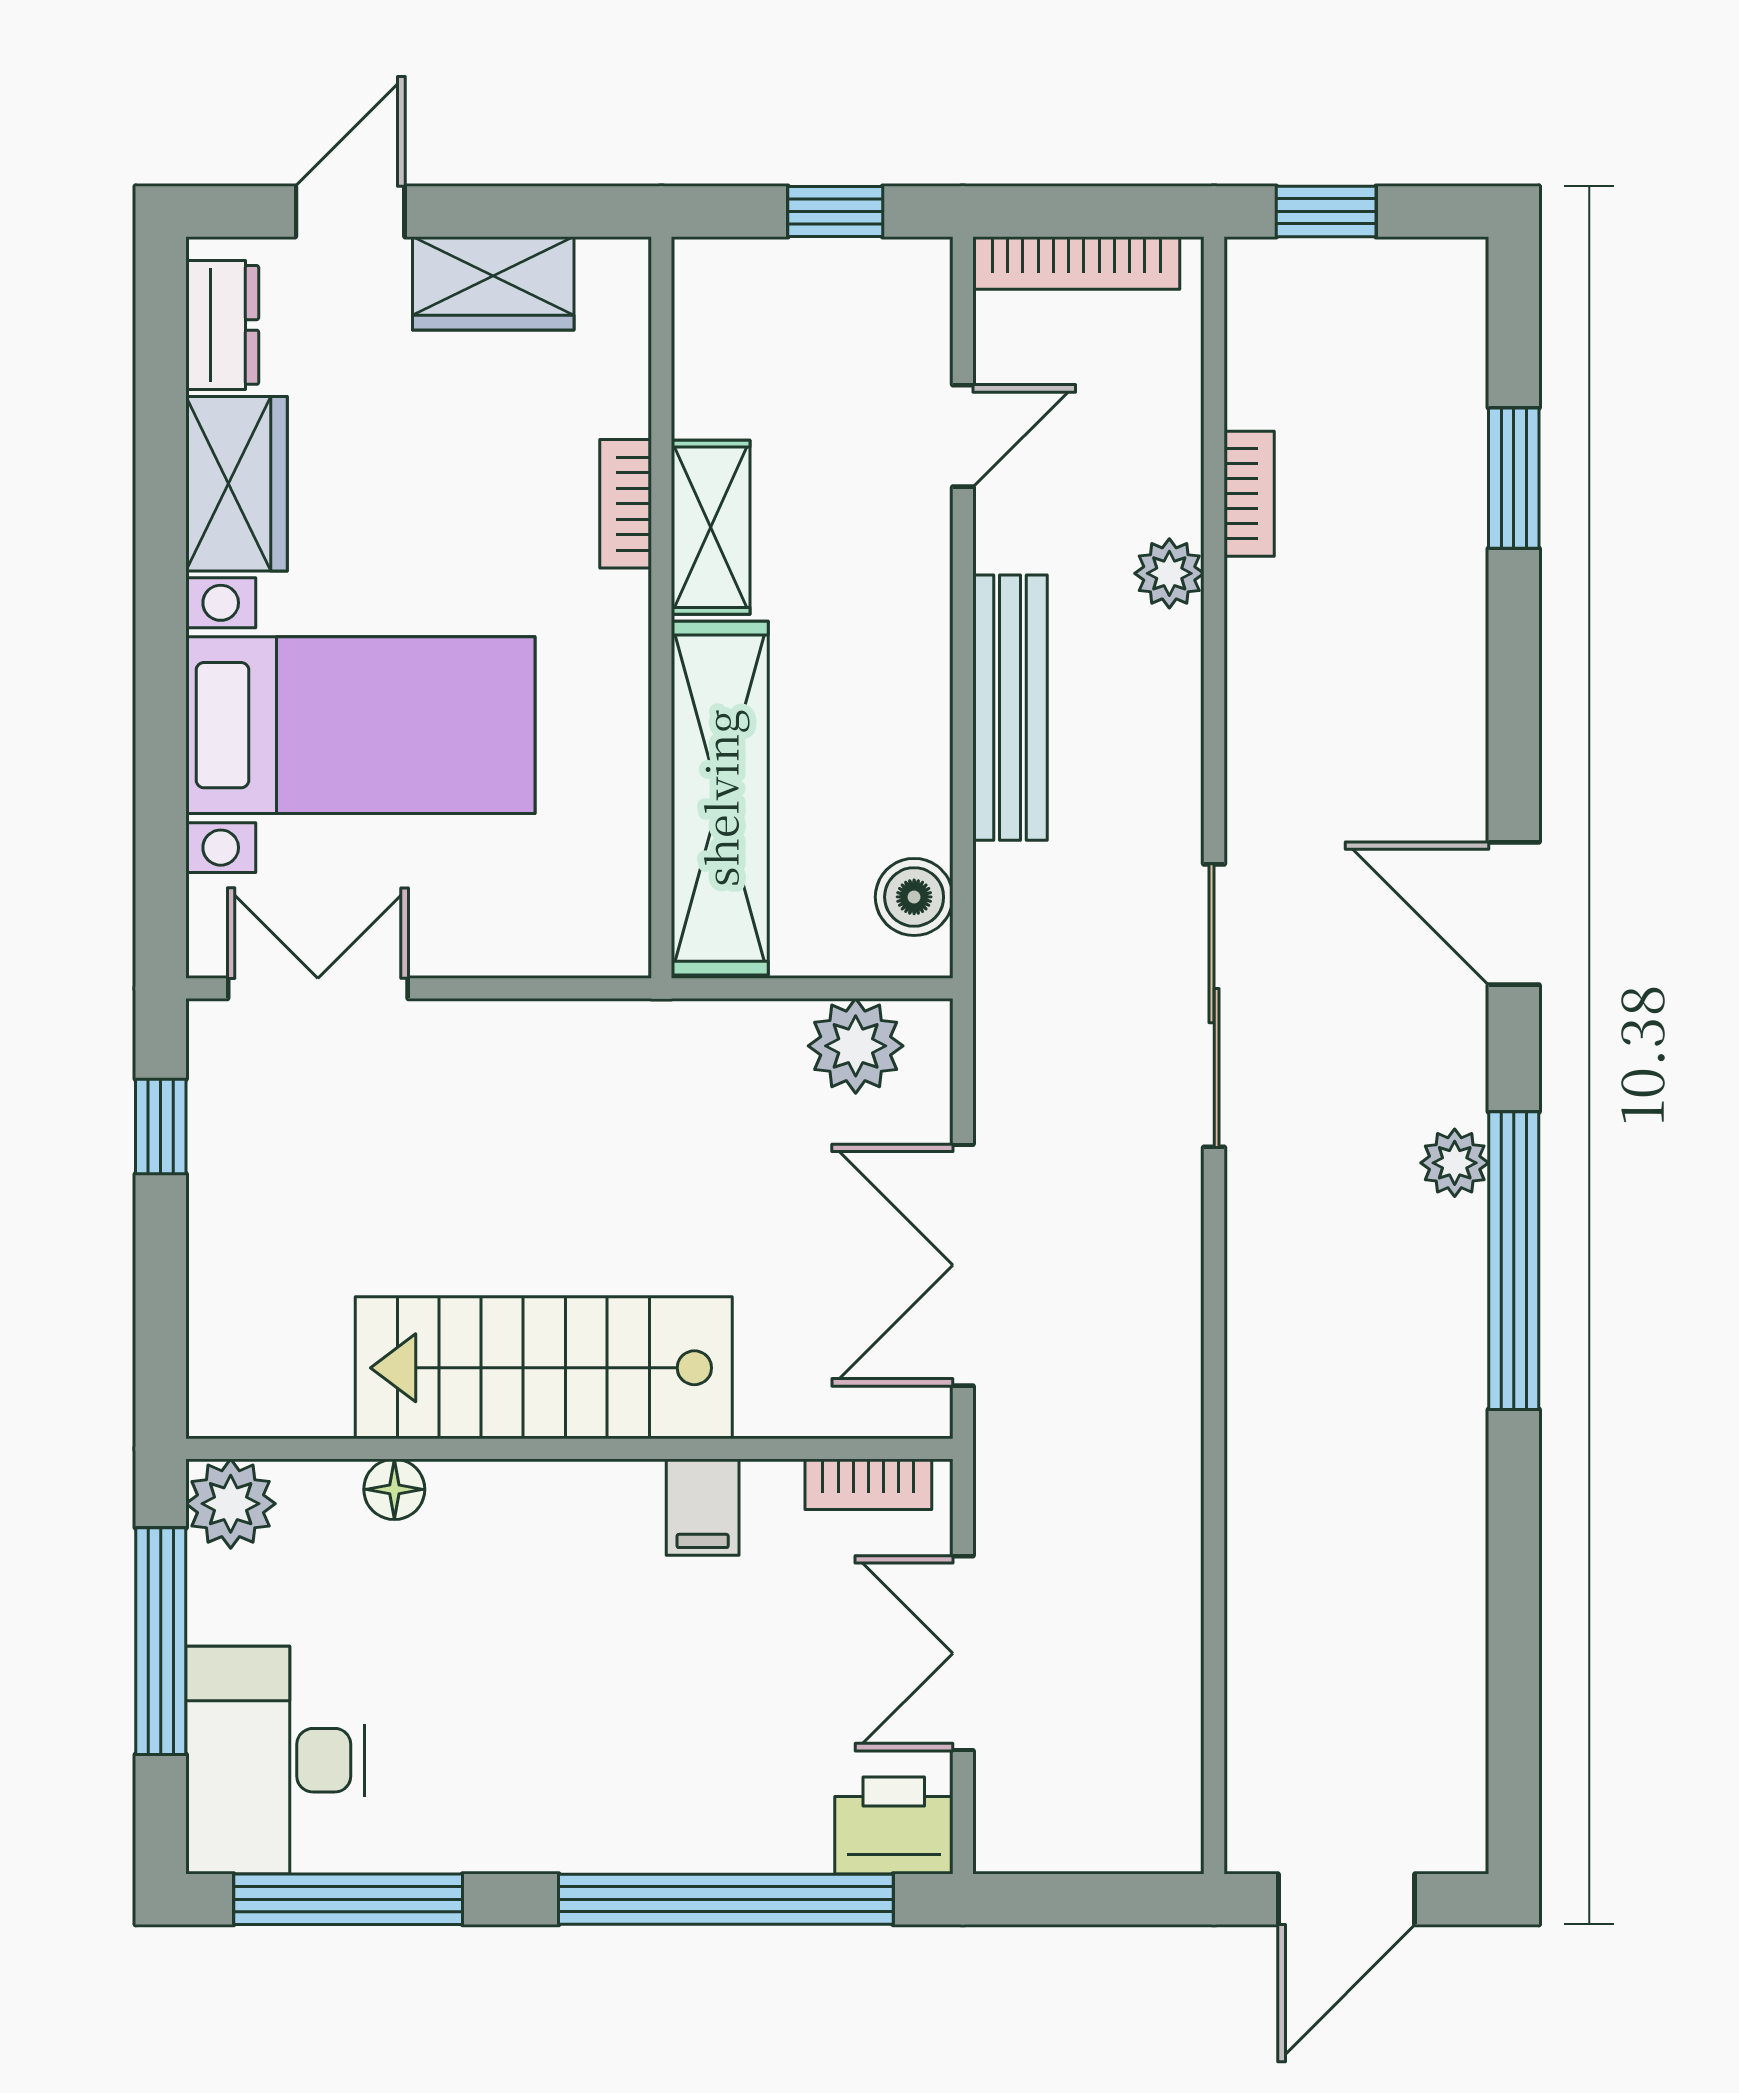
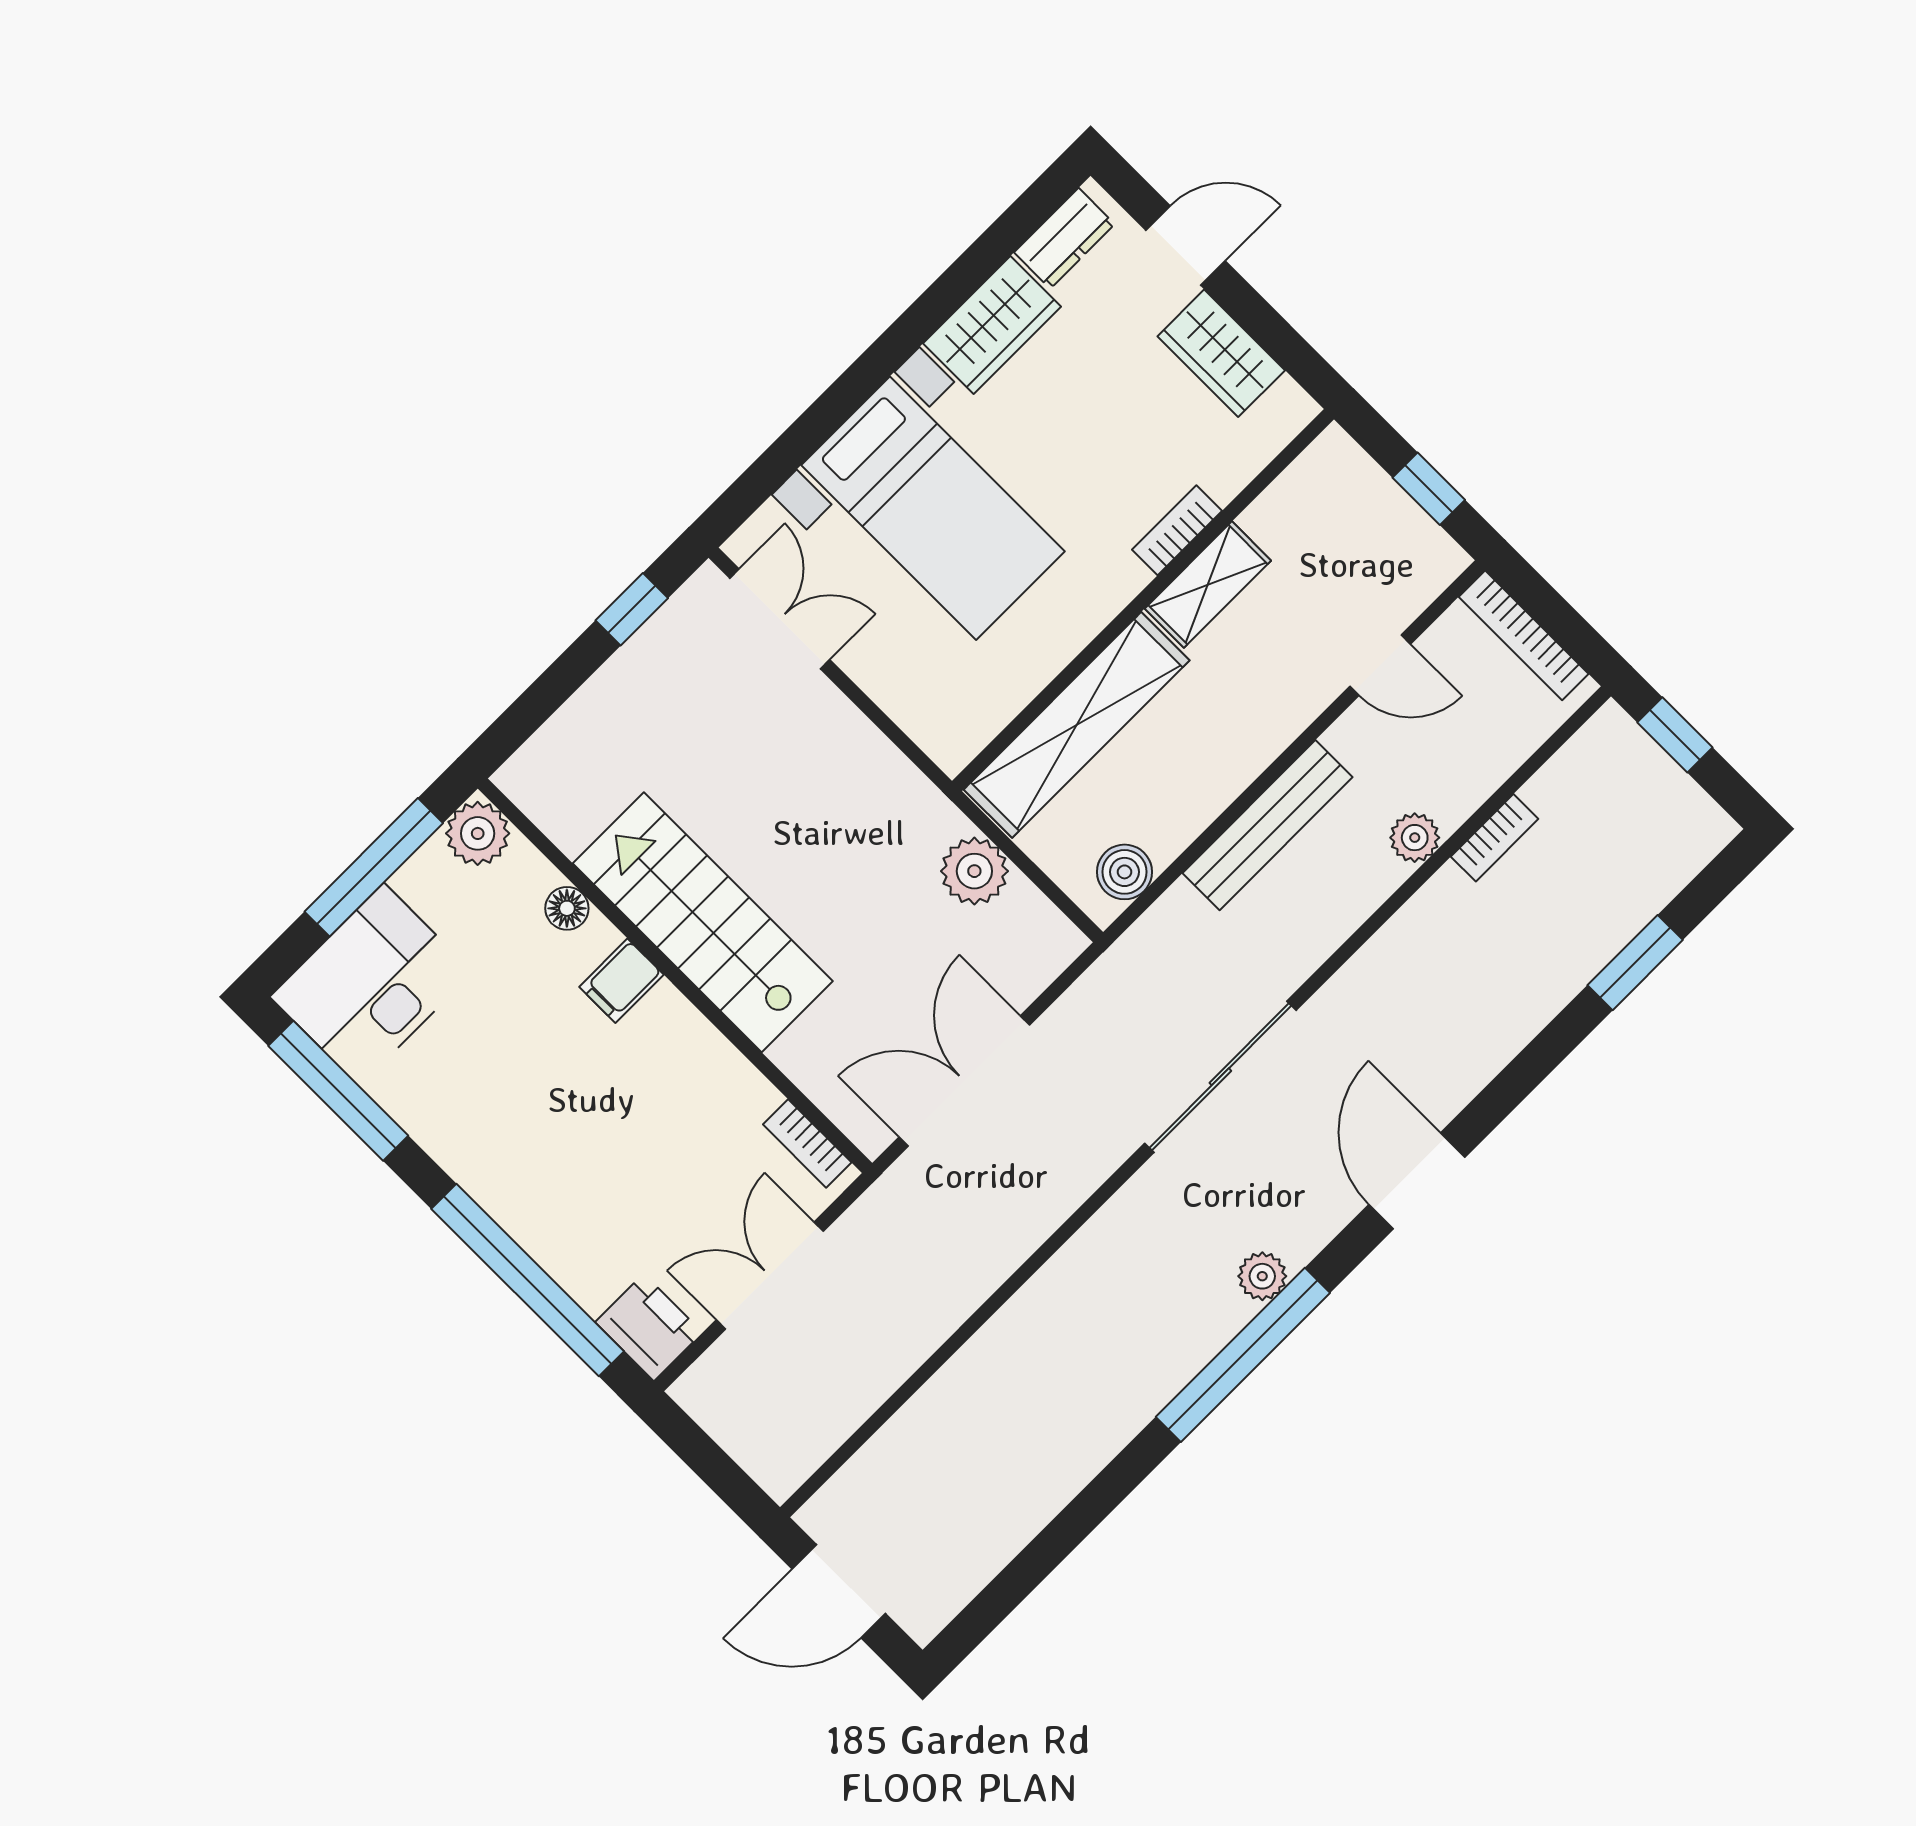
plant: (856, 1046) -> (974, 871), moved
filing cabinet: (703, 1507) -> (621, 981), moved

